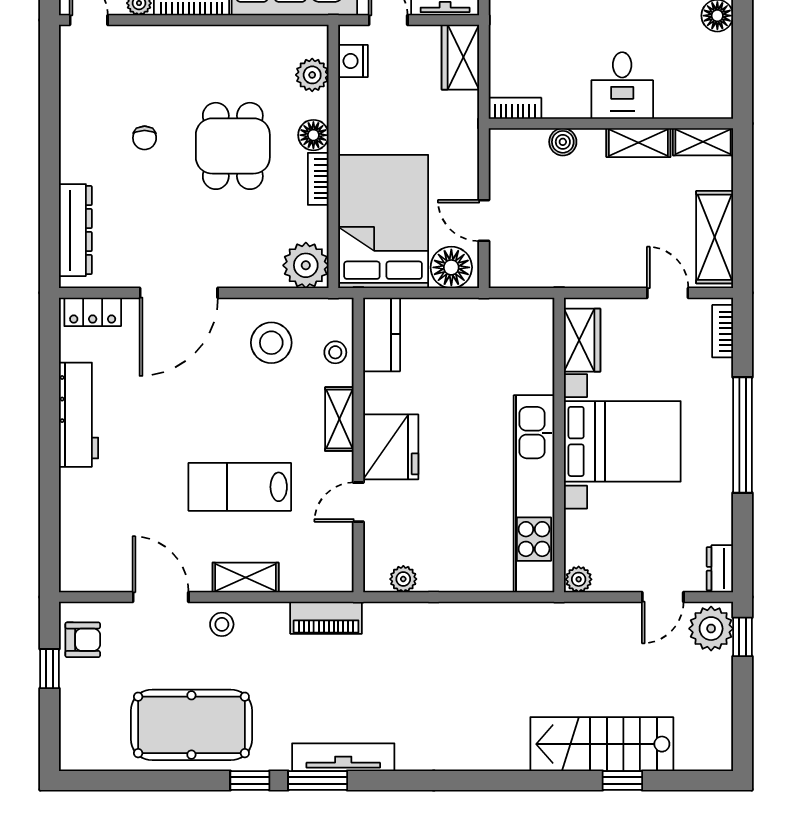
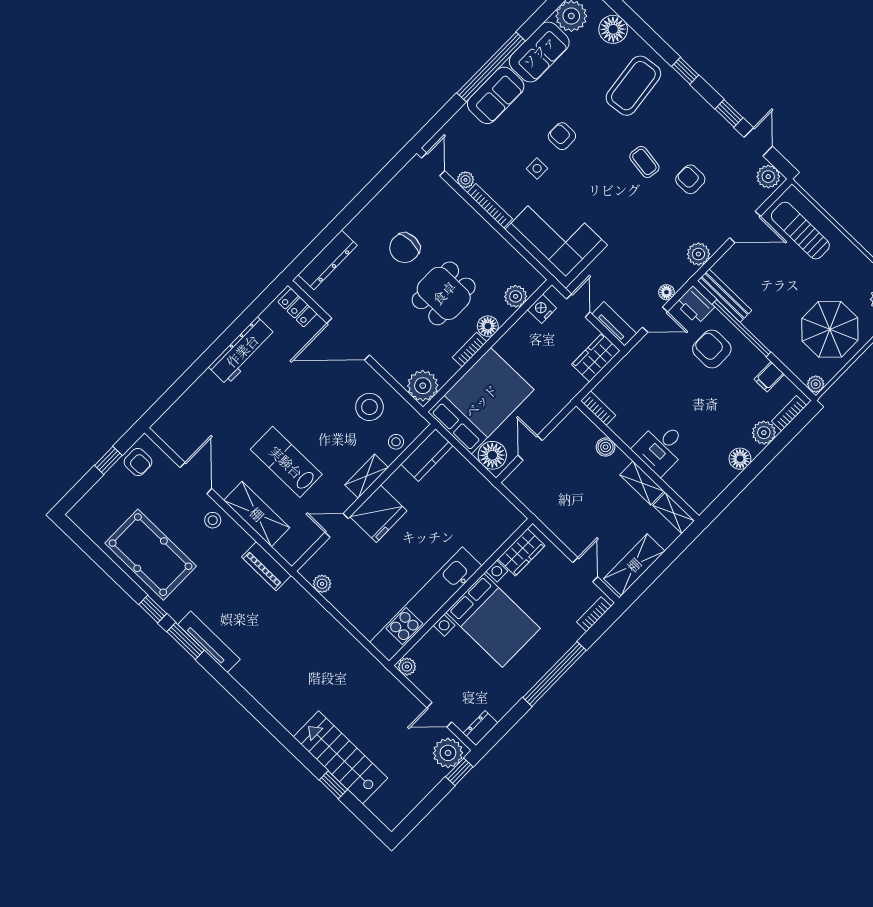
chair: (145, 138) -> (405, 248), width x1.87, depth x1.87
shelving: (246, 577) -> (257, 514), width x1.50, depth x1.33

